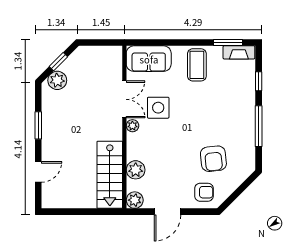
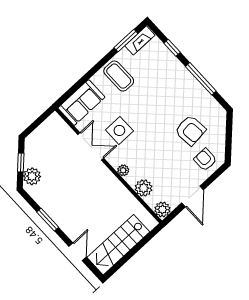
plant: (132, 126) -> (123, 170), moved
stairs: (110, 175) -> (118, 245), moved, turned 90
armchair: (204, 192) -> (205, 160), turned -90

